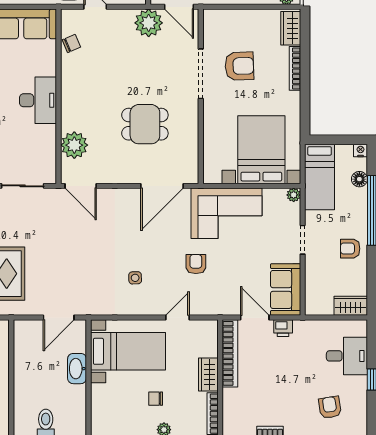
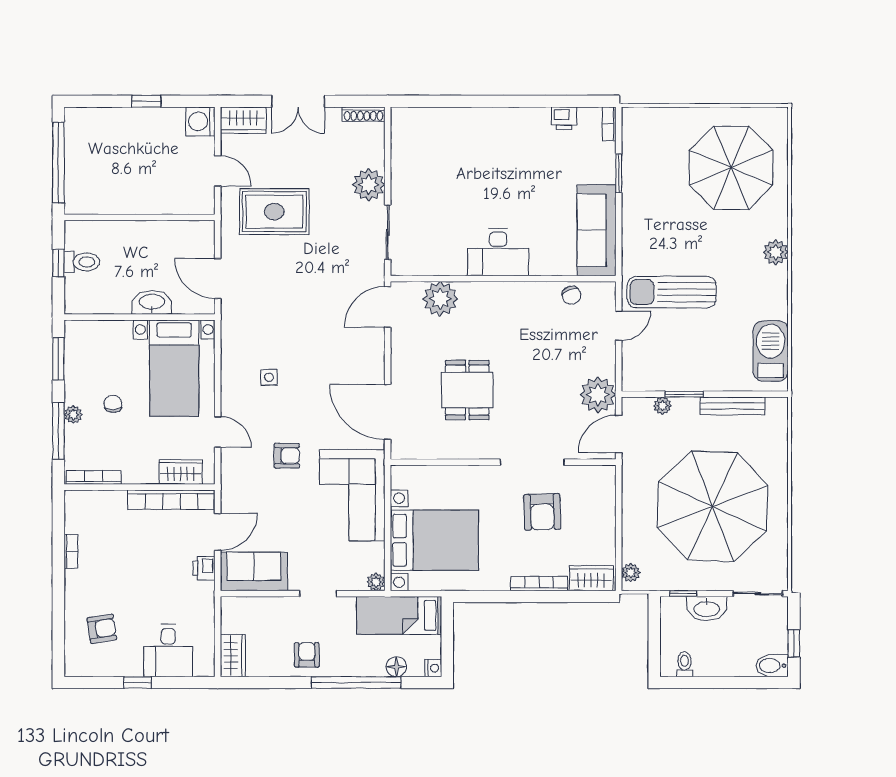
wardrobe: (208, 374) -> (181, 472), moved

